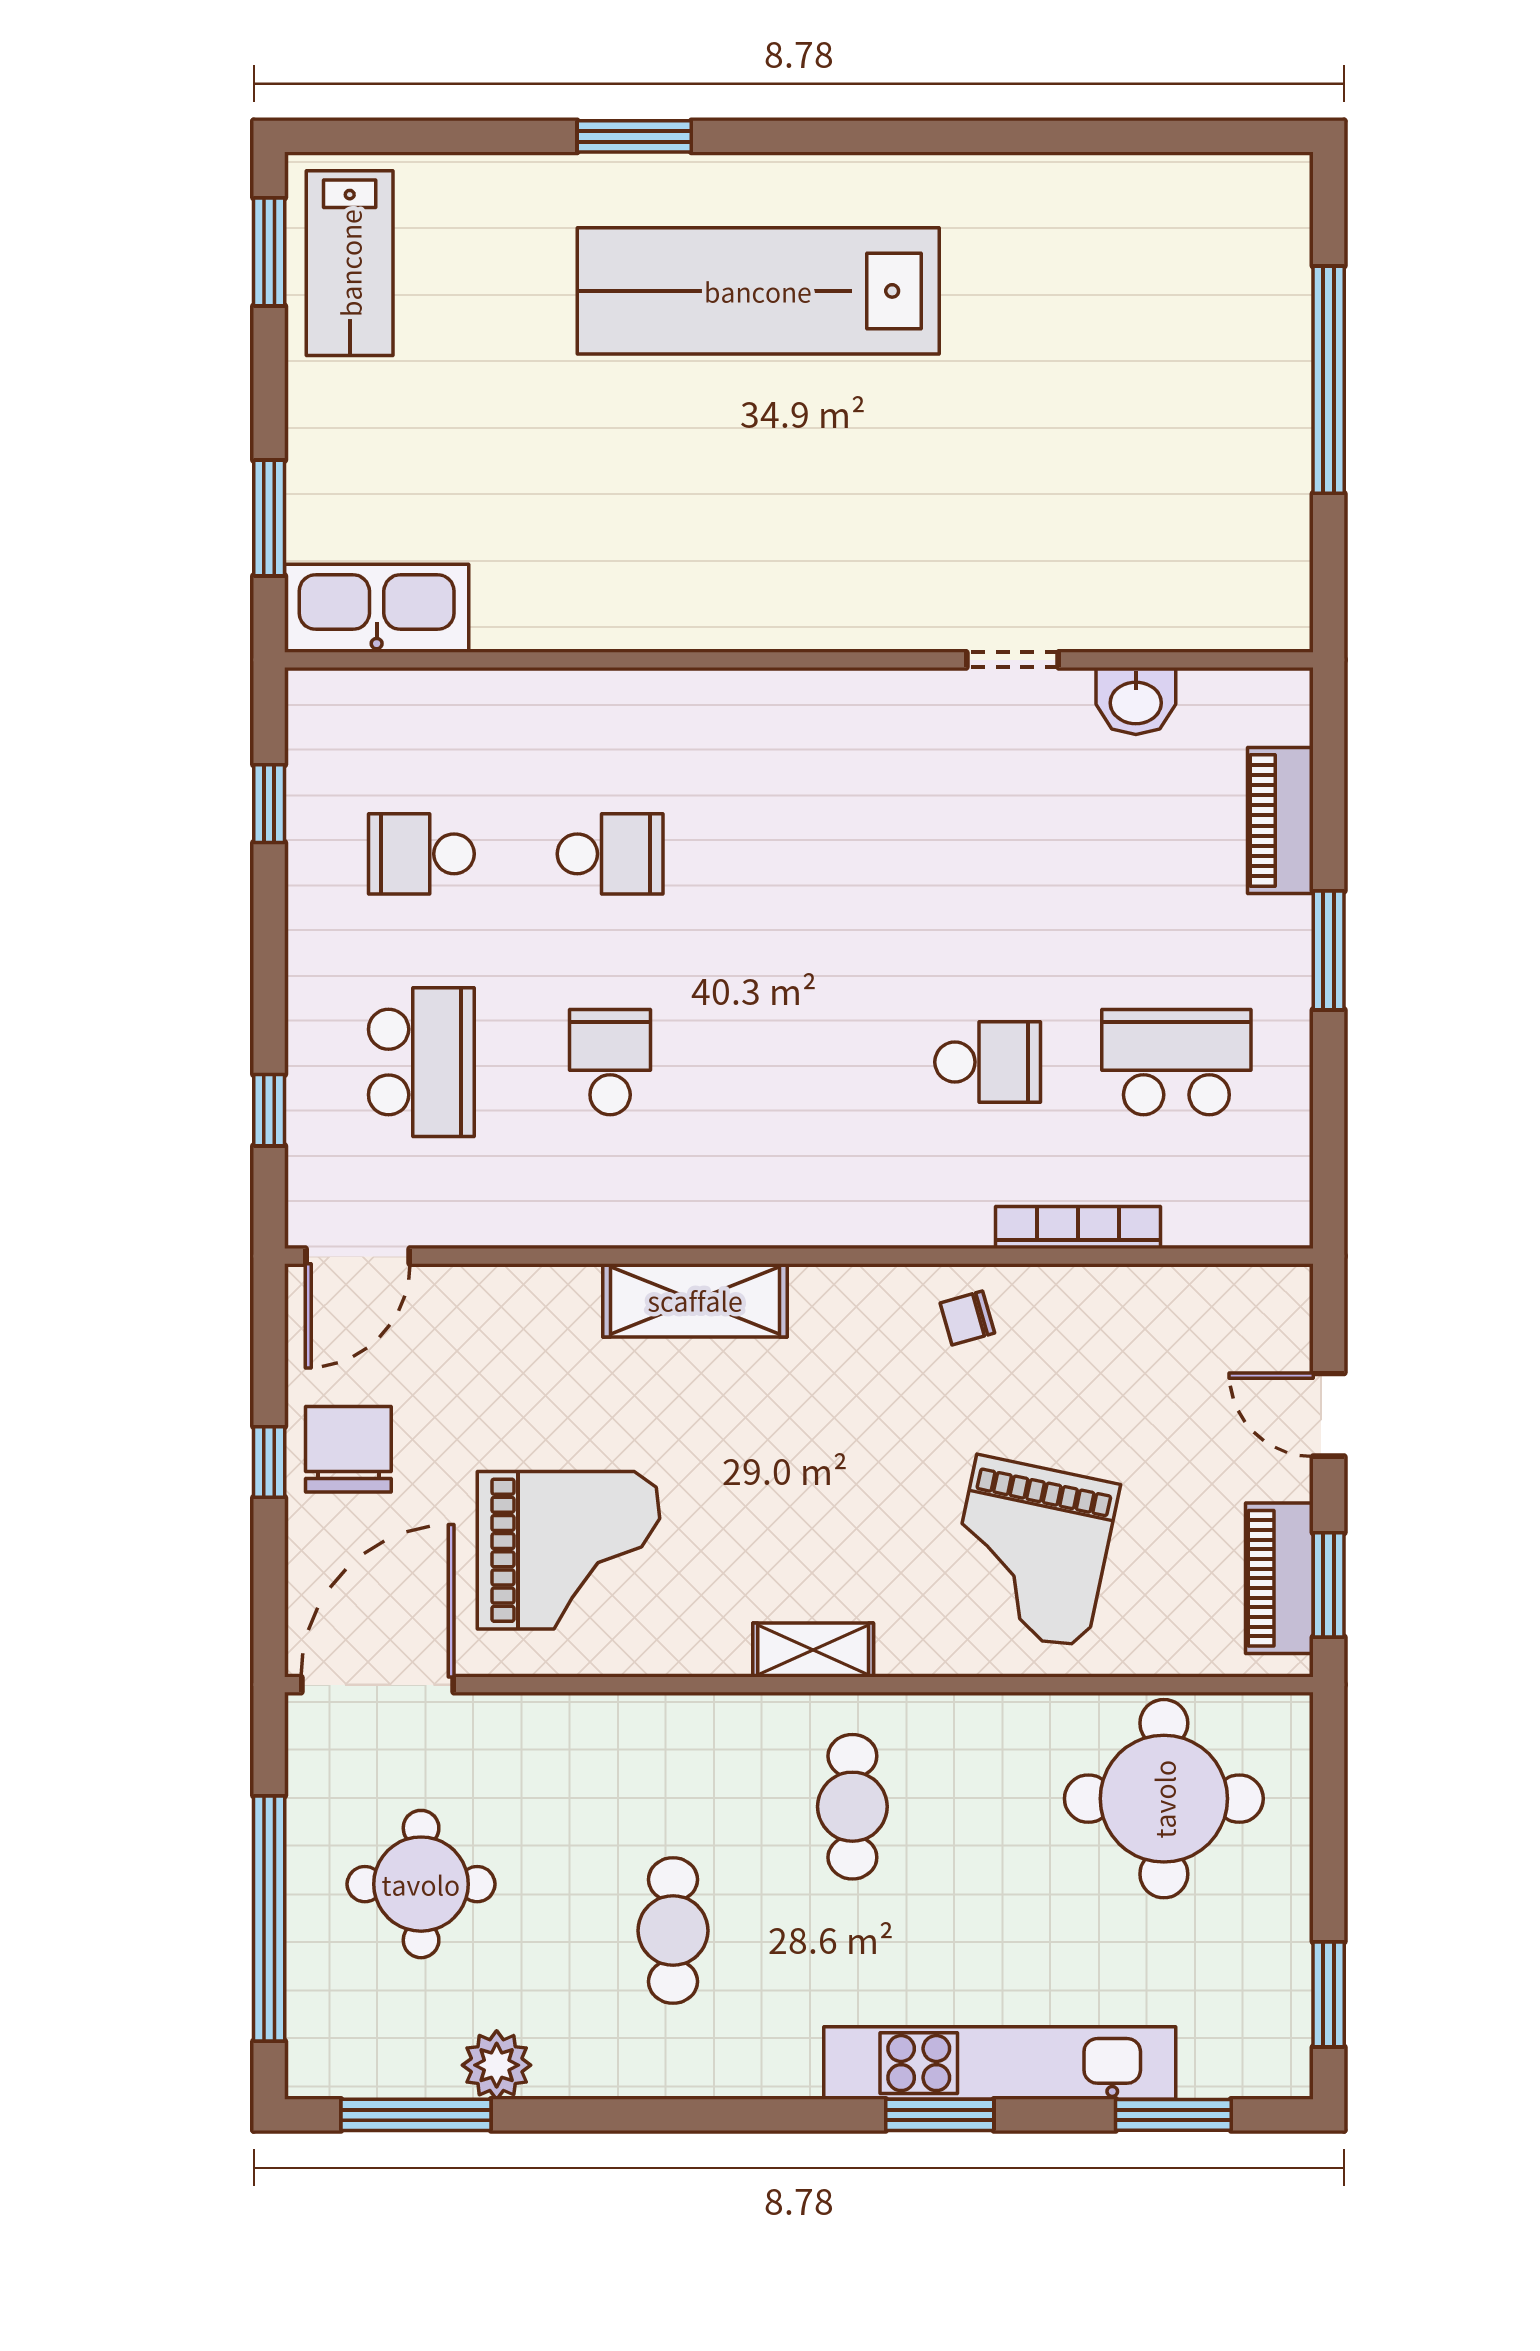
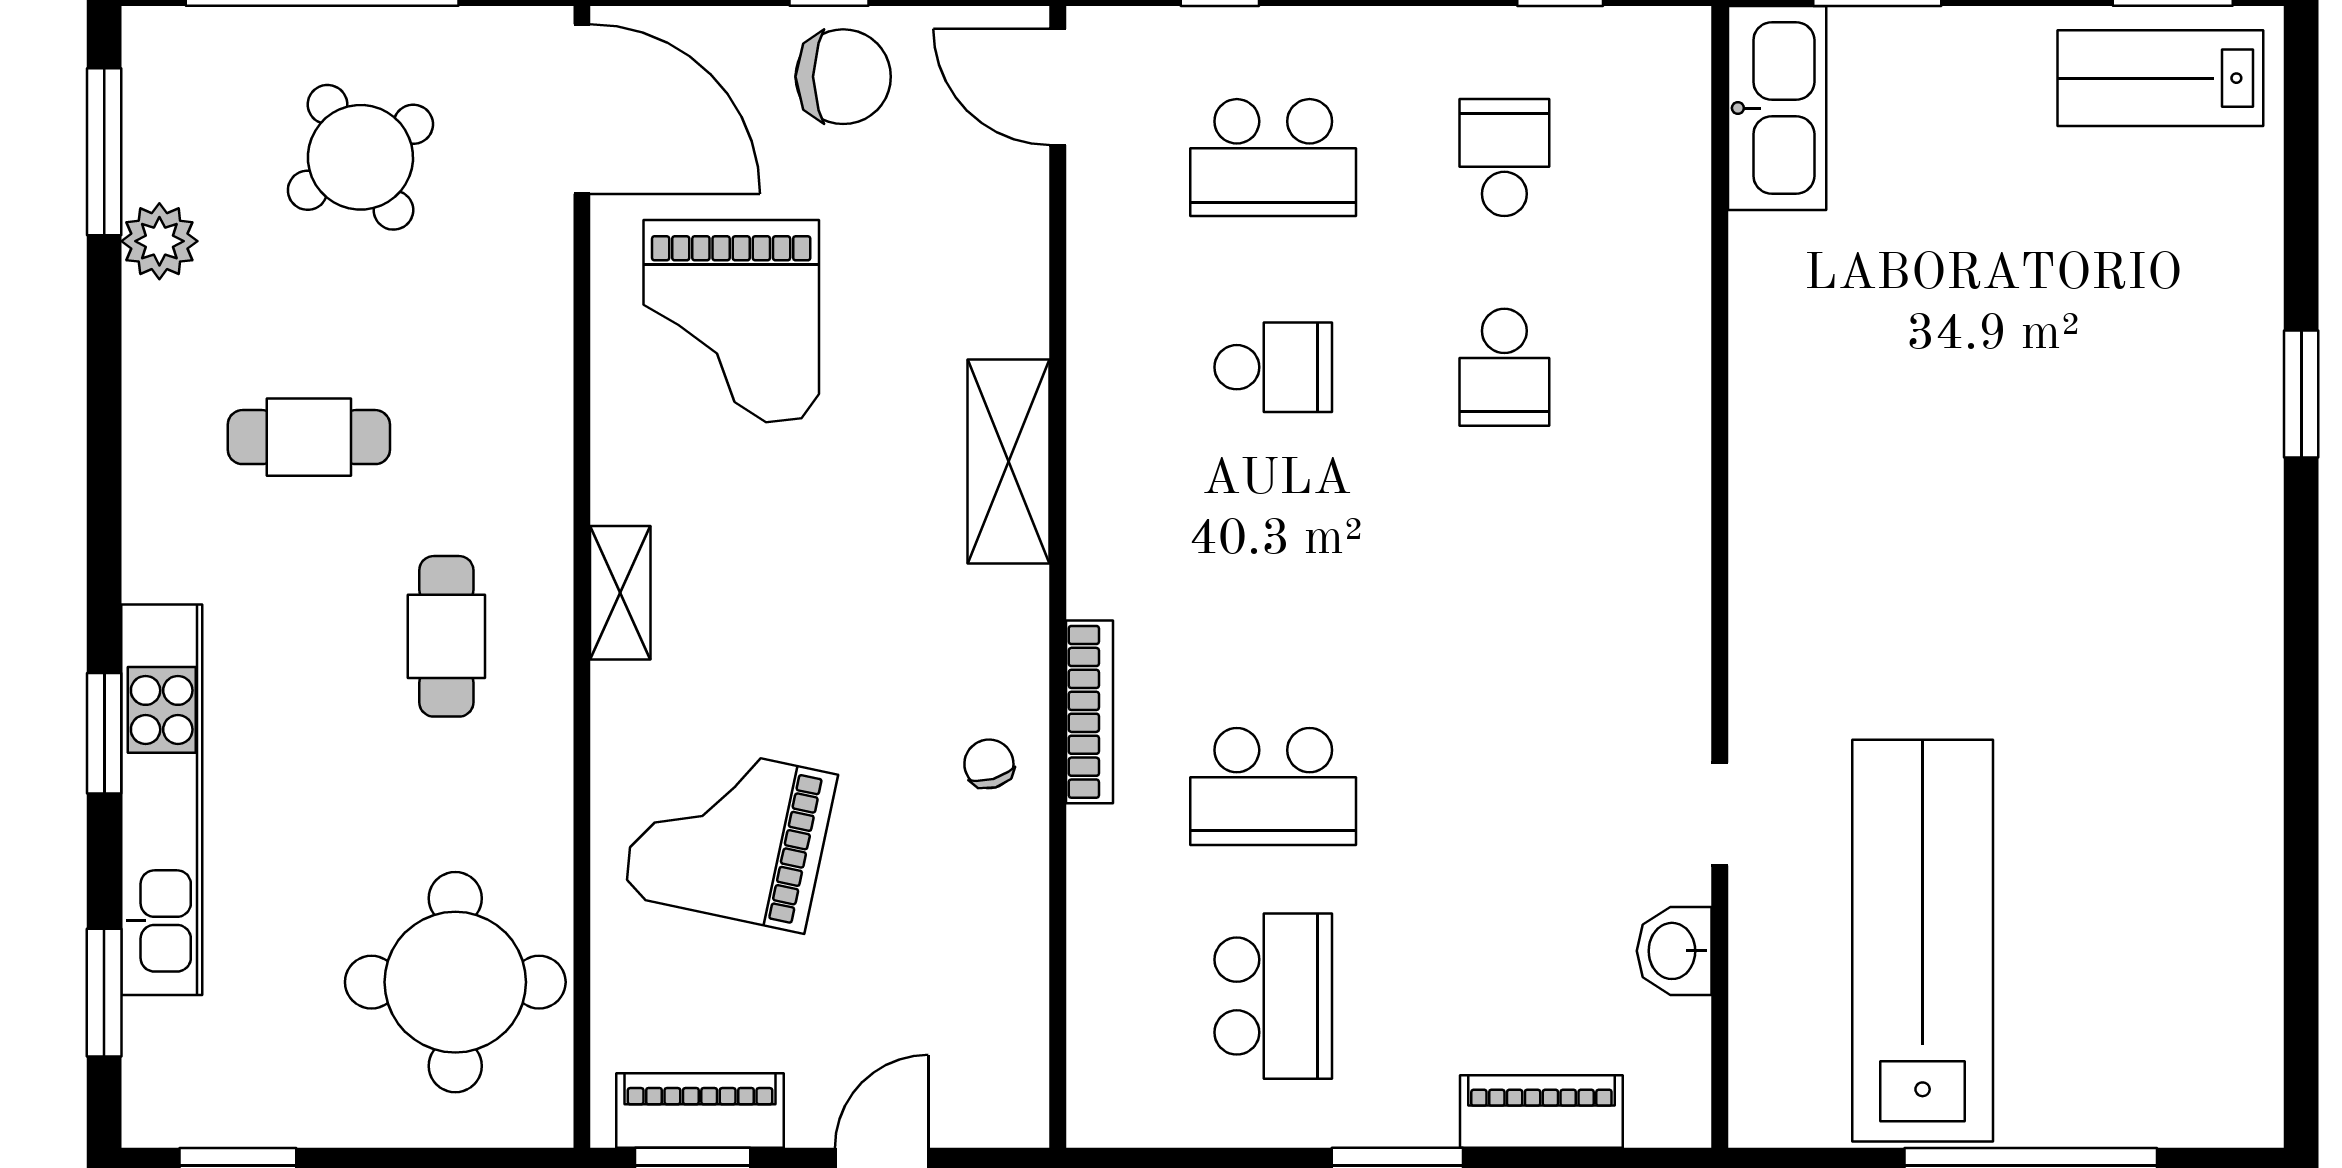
lab bench: (758, 291) -> (1923, 941), moved
school desk: (988, 1062) -> (1273, 786), width x1.85
bookcase: (1078, 1228) -> (1089, 712), moved
cafe table: (852, 1807) -> (446, 636), turned 90
round table: (421, 1884) -> (360, 157), turned -32

